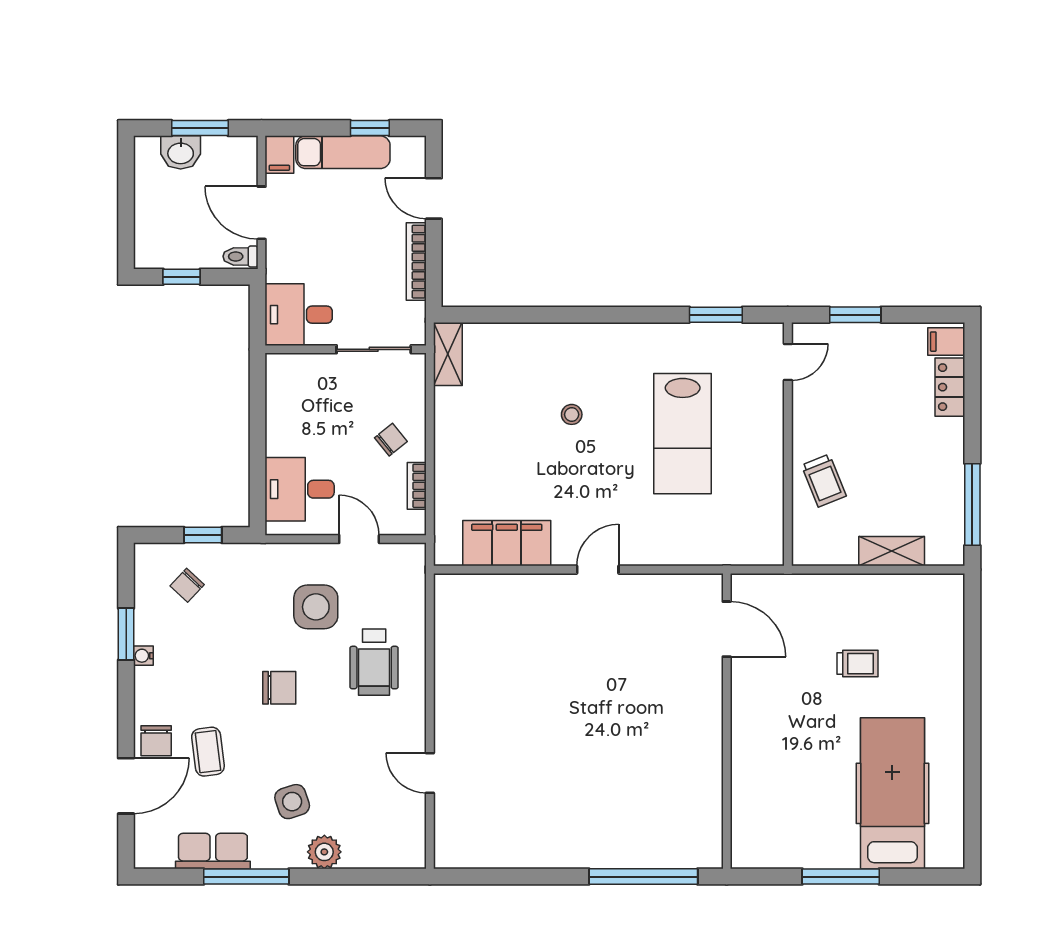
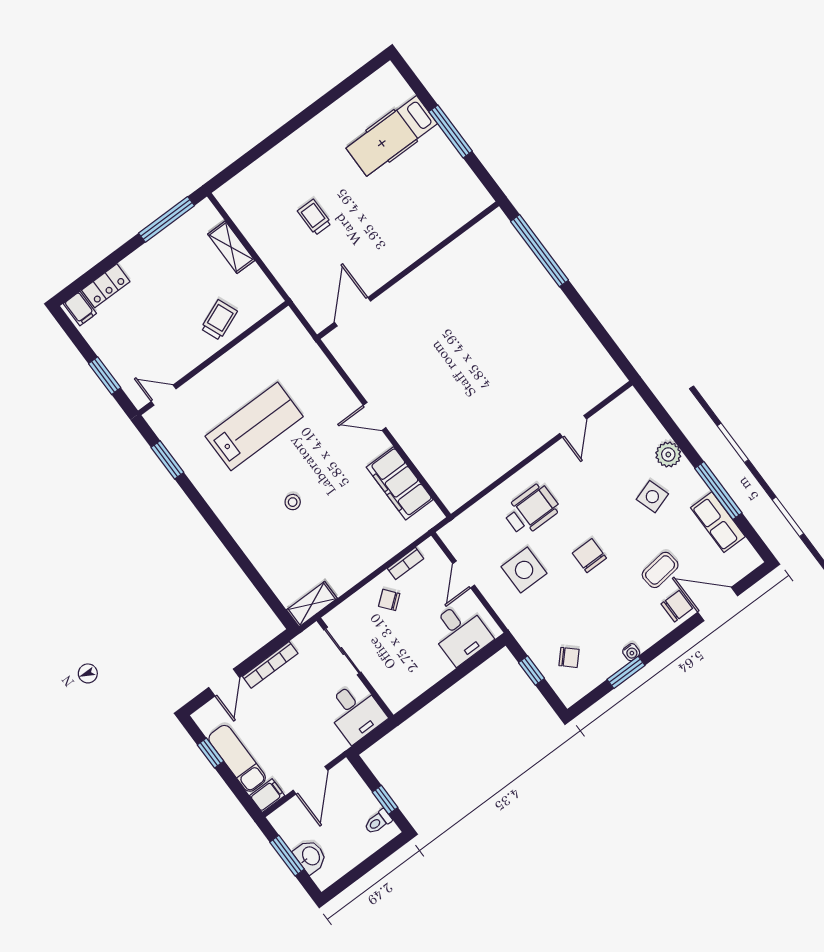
toilet: (241, 256) -> (378, 822), moved, turned 90
hospital bed: (892, 793) -> (392, 136), width x0.73, depth x0.78

